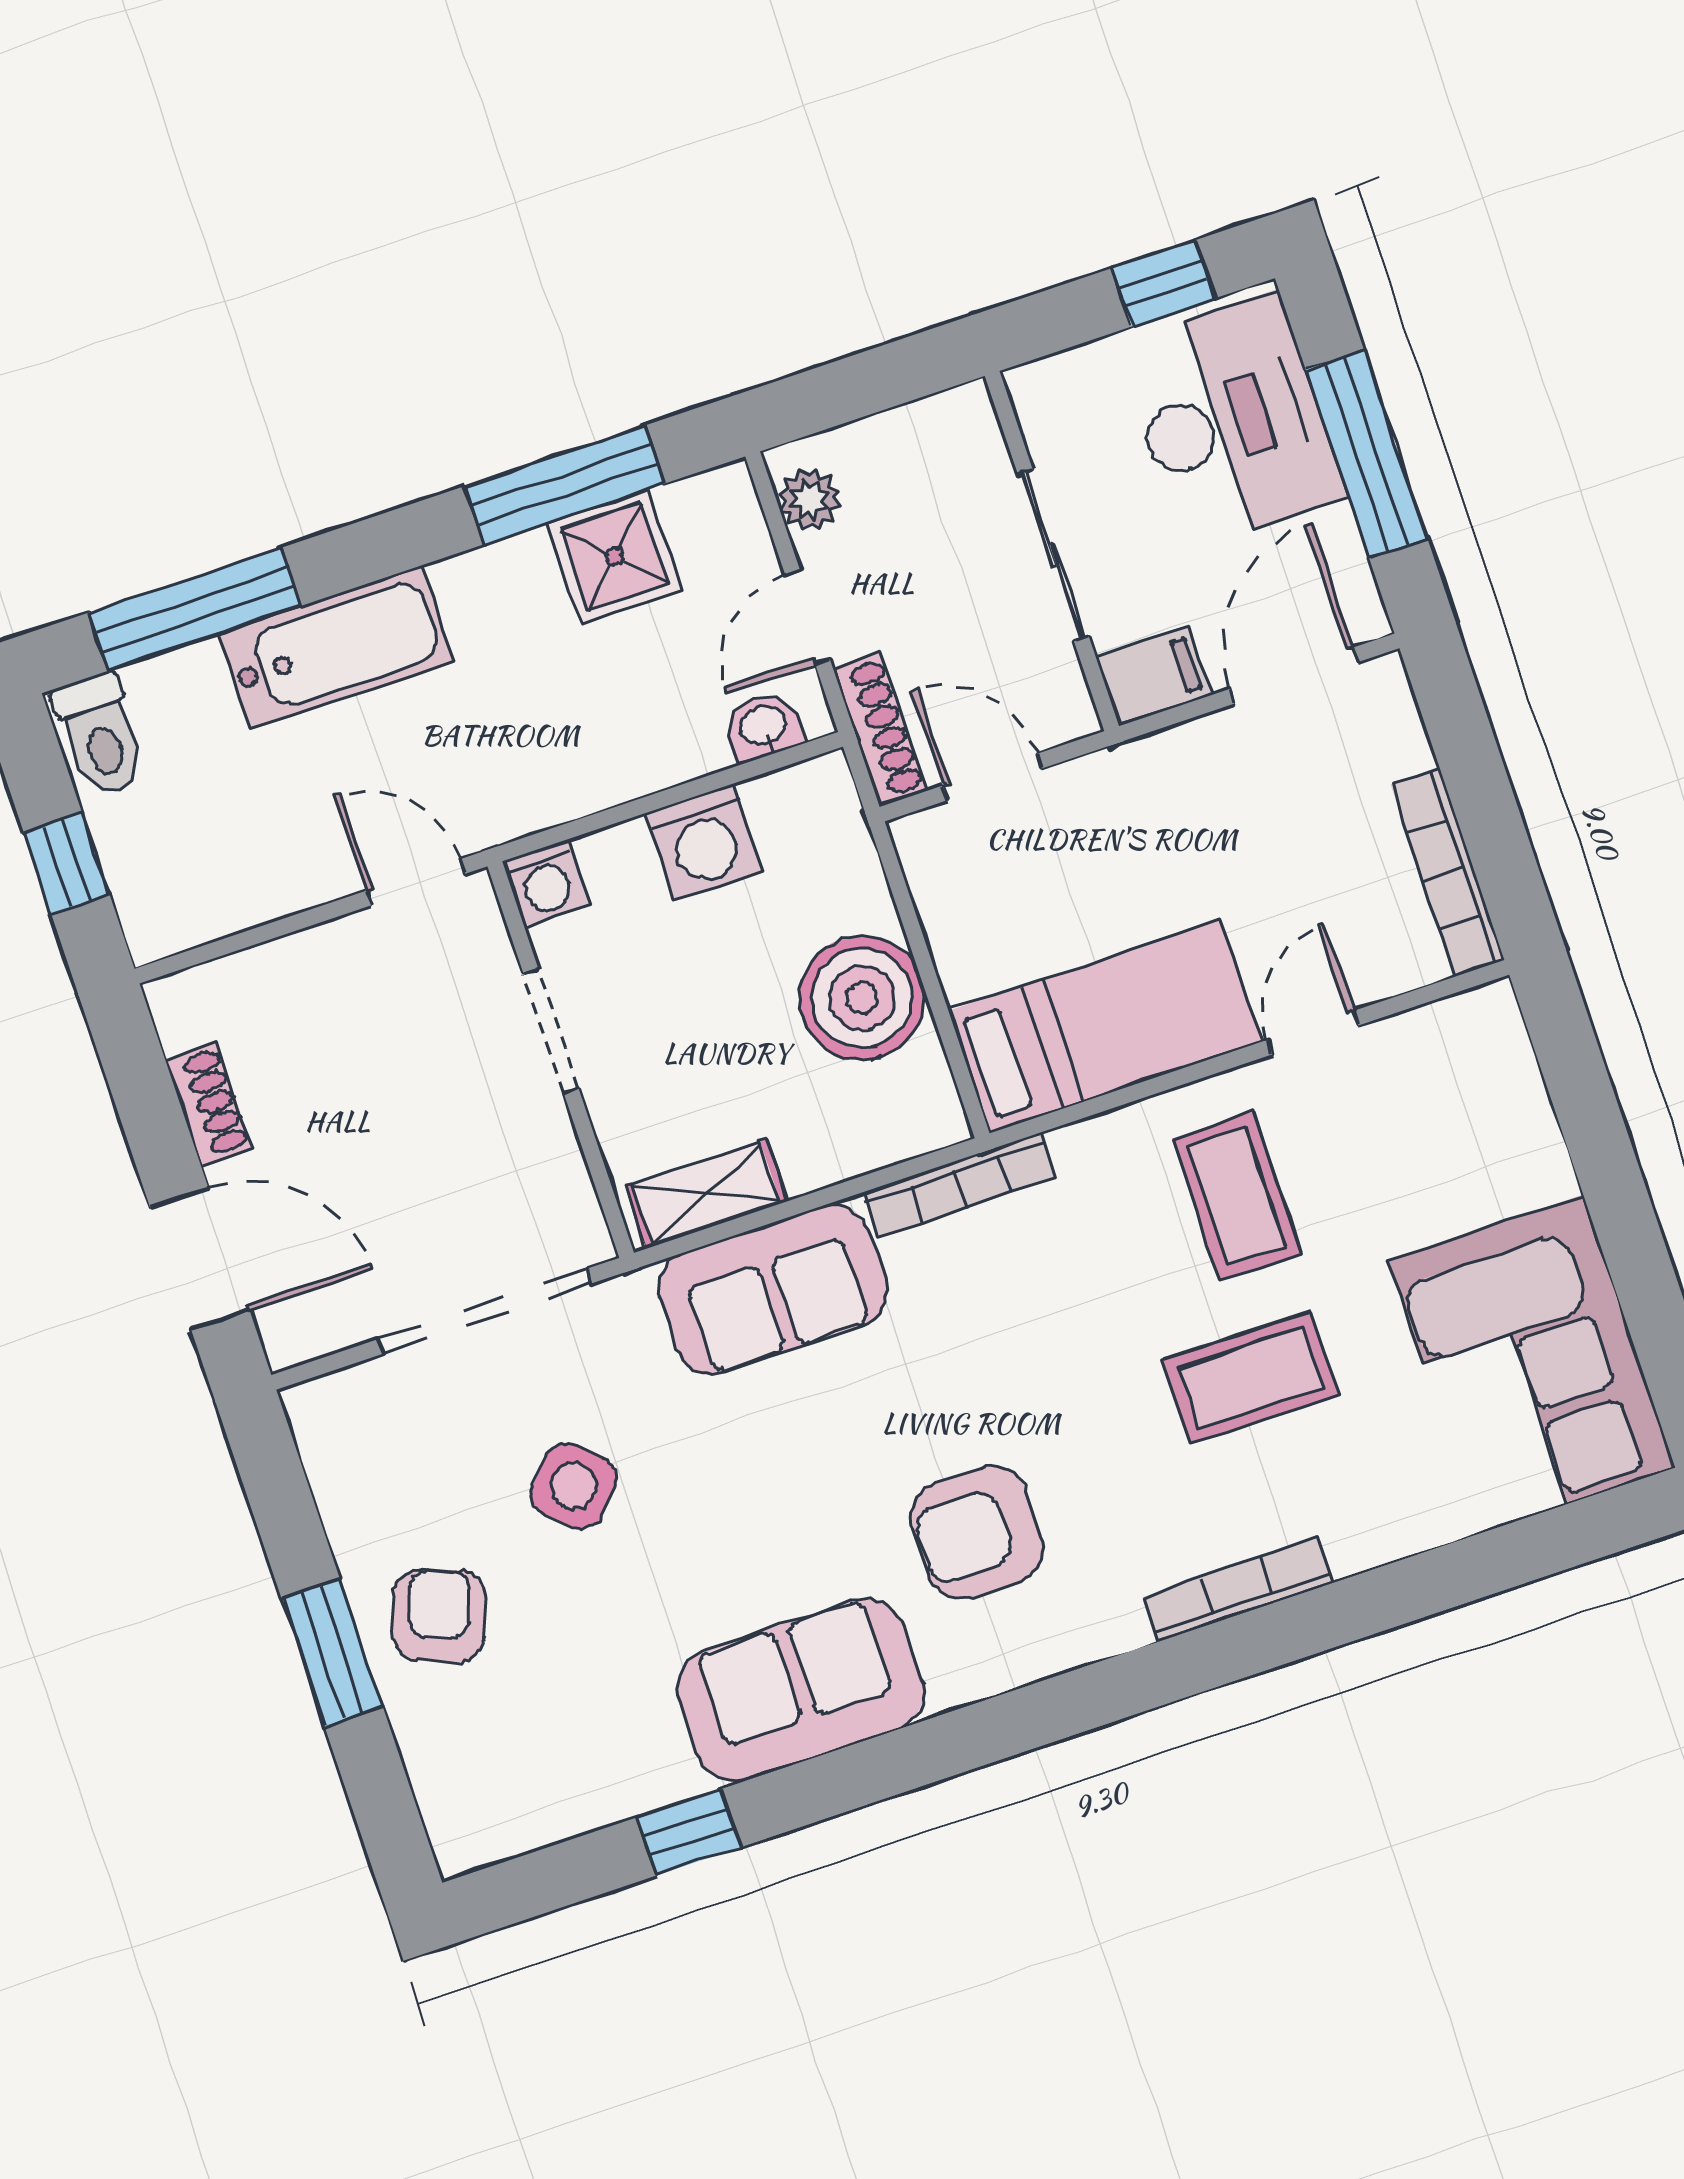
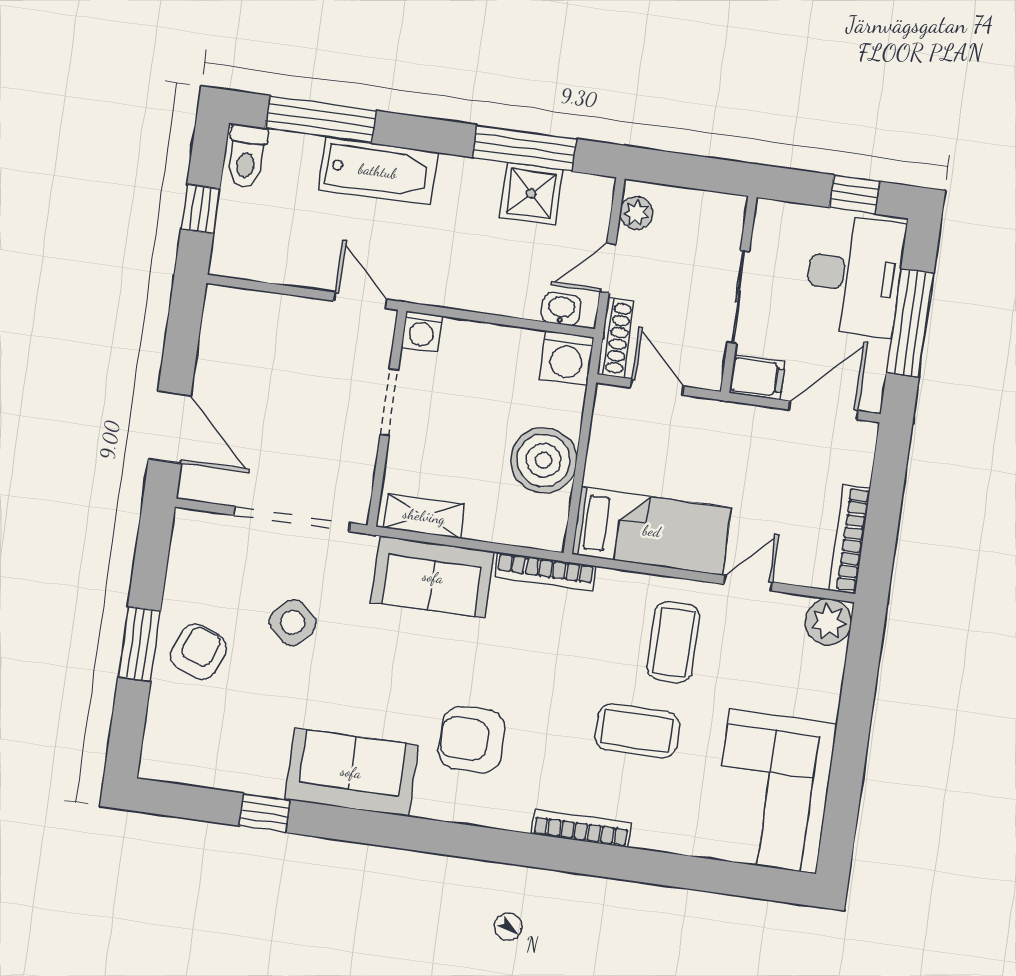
washing machine: (704, 842) -> (566, 358), moved
plant: (1482, 1030) -> (828, 622), added
shoe rack: (209, 1104) -> (210, 356), removed

